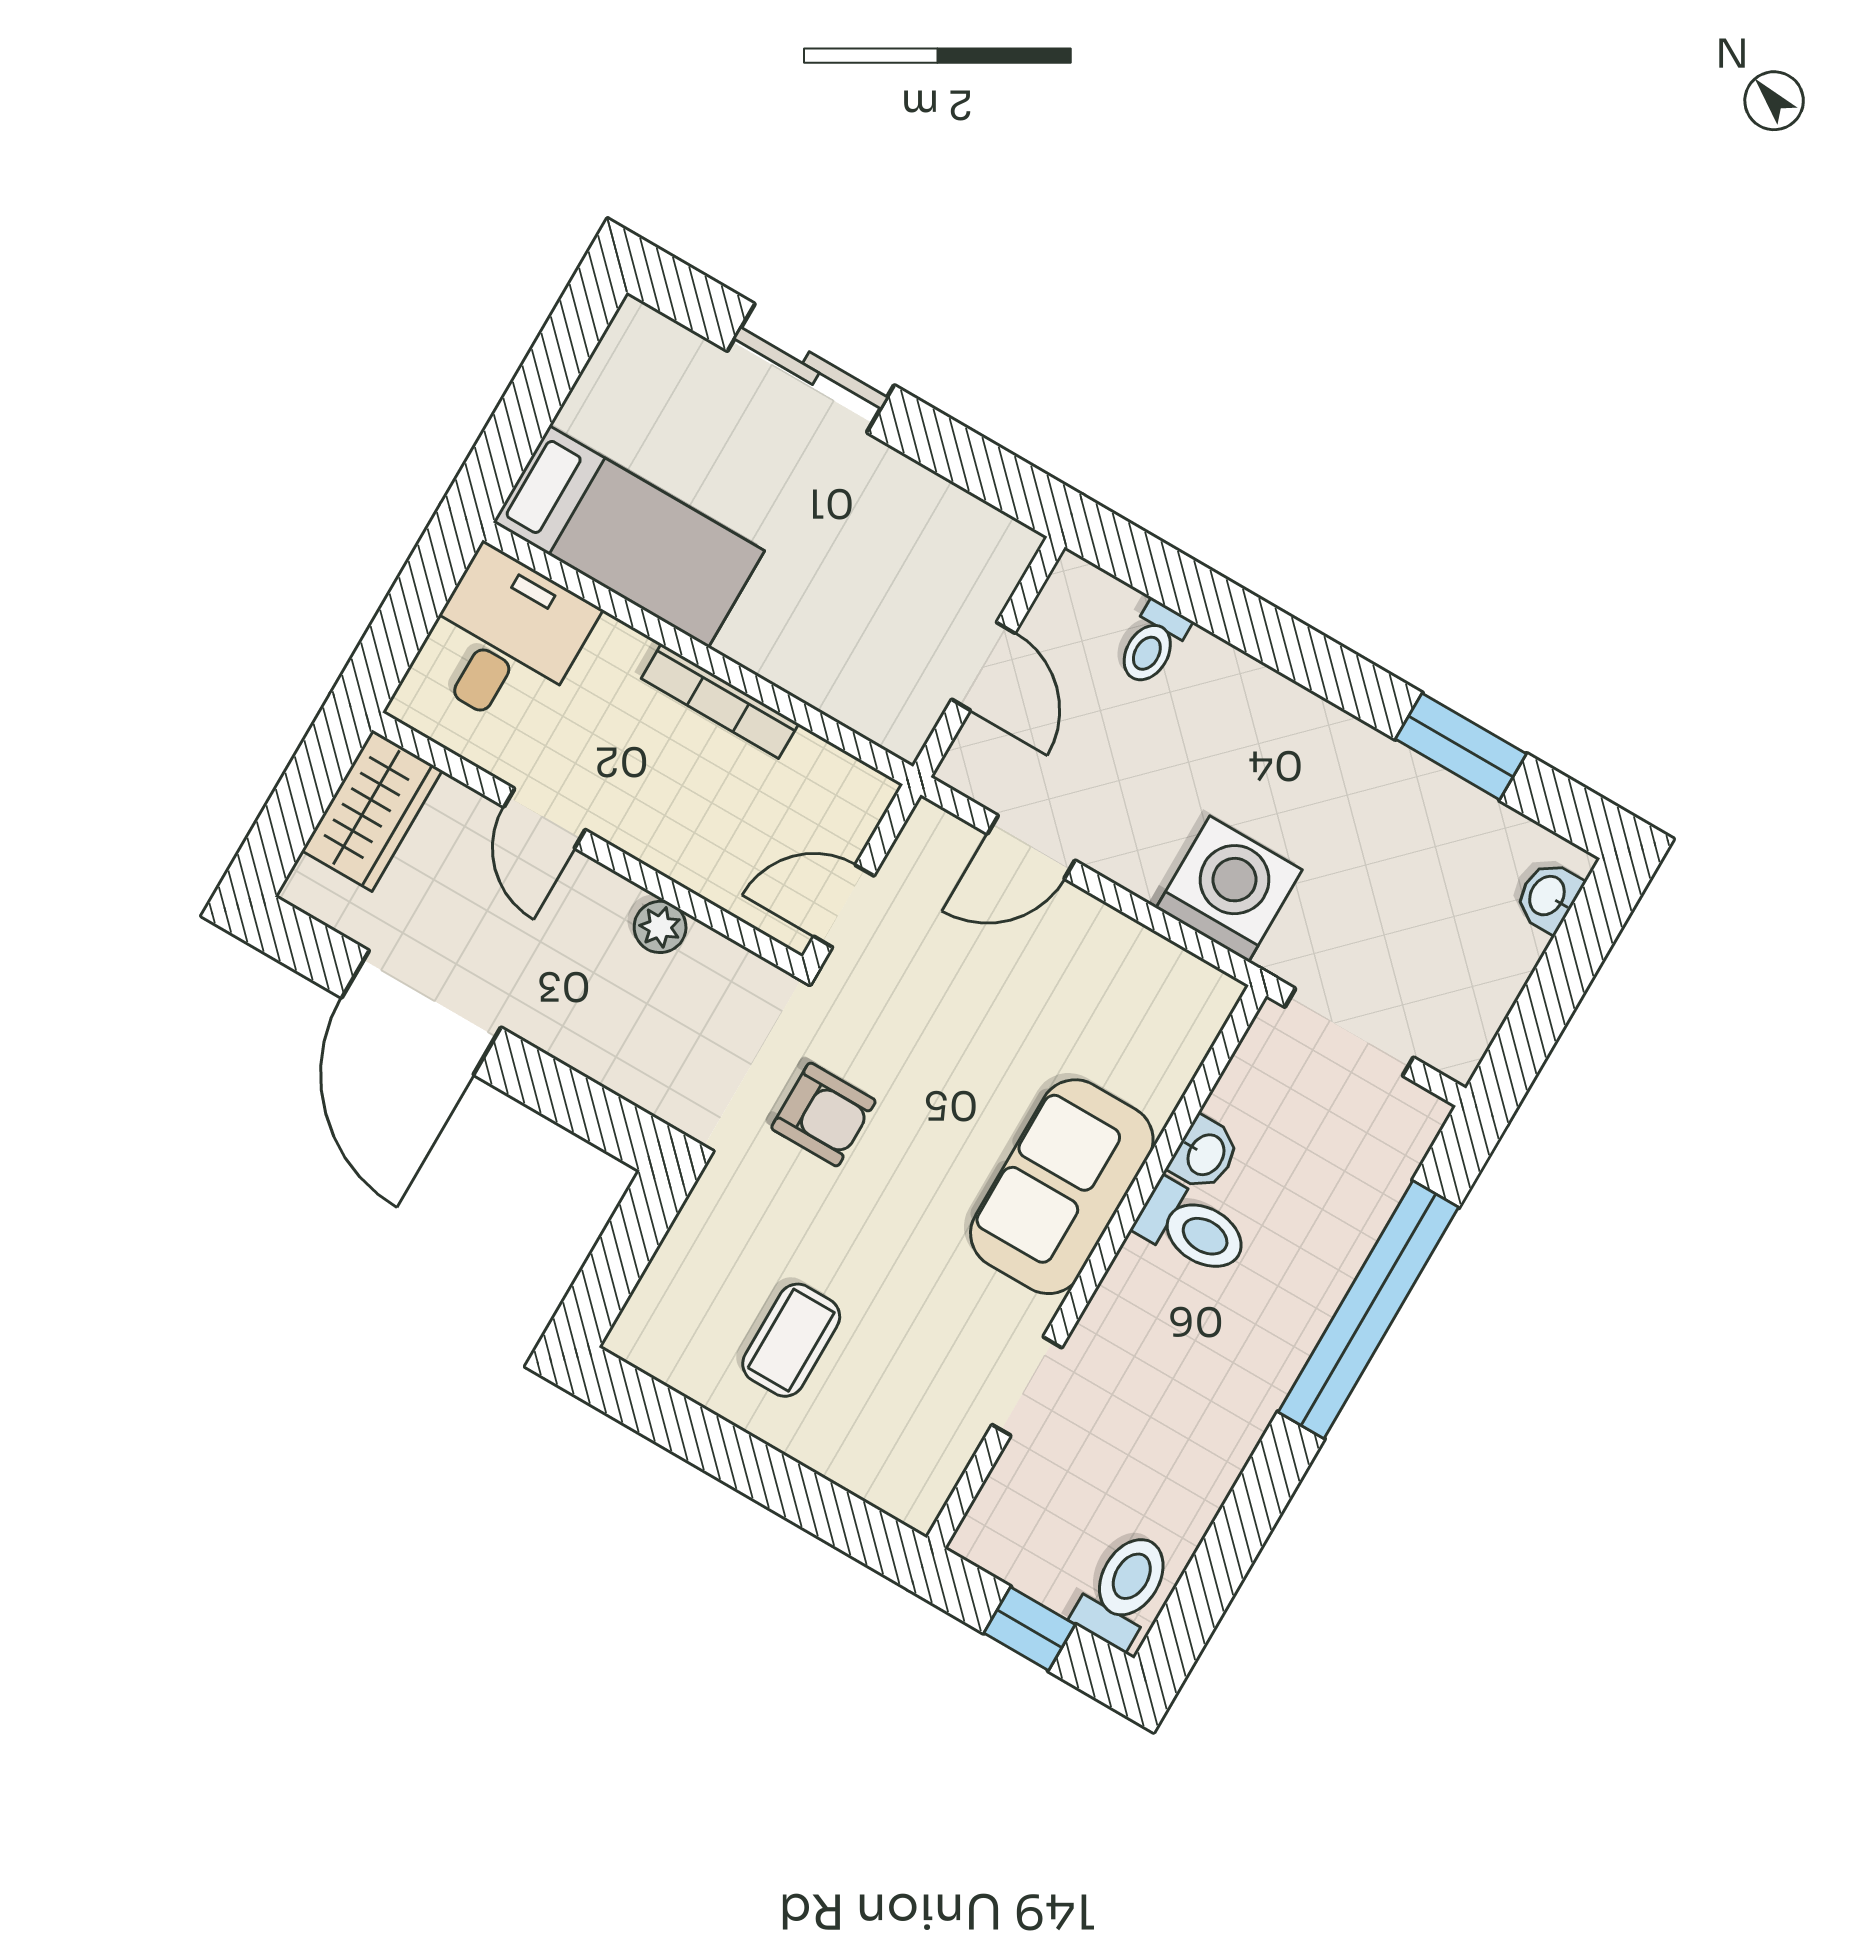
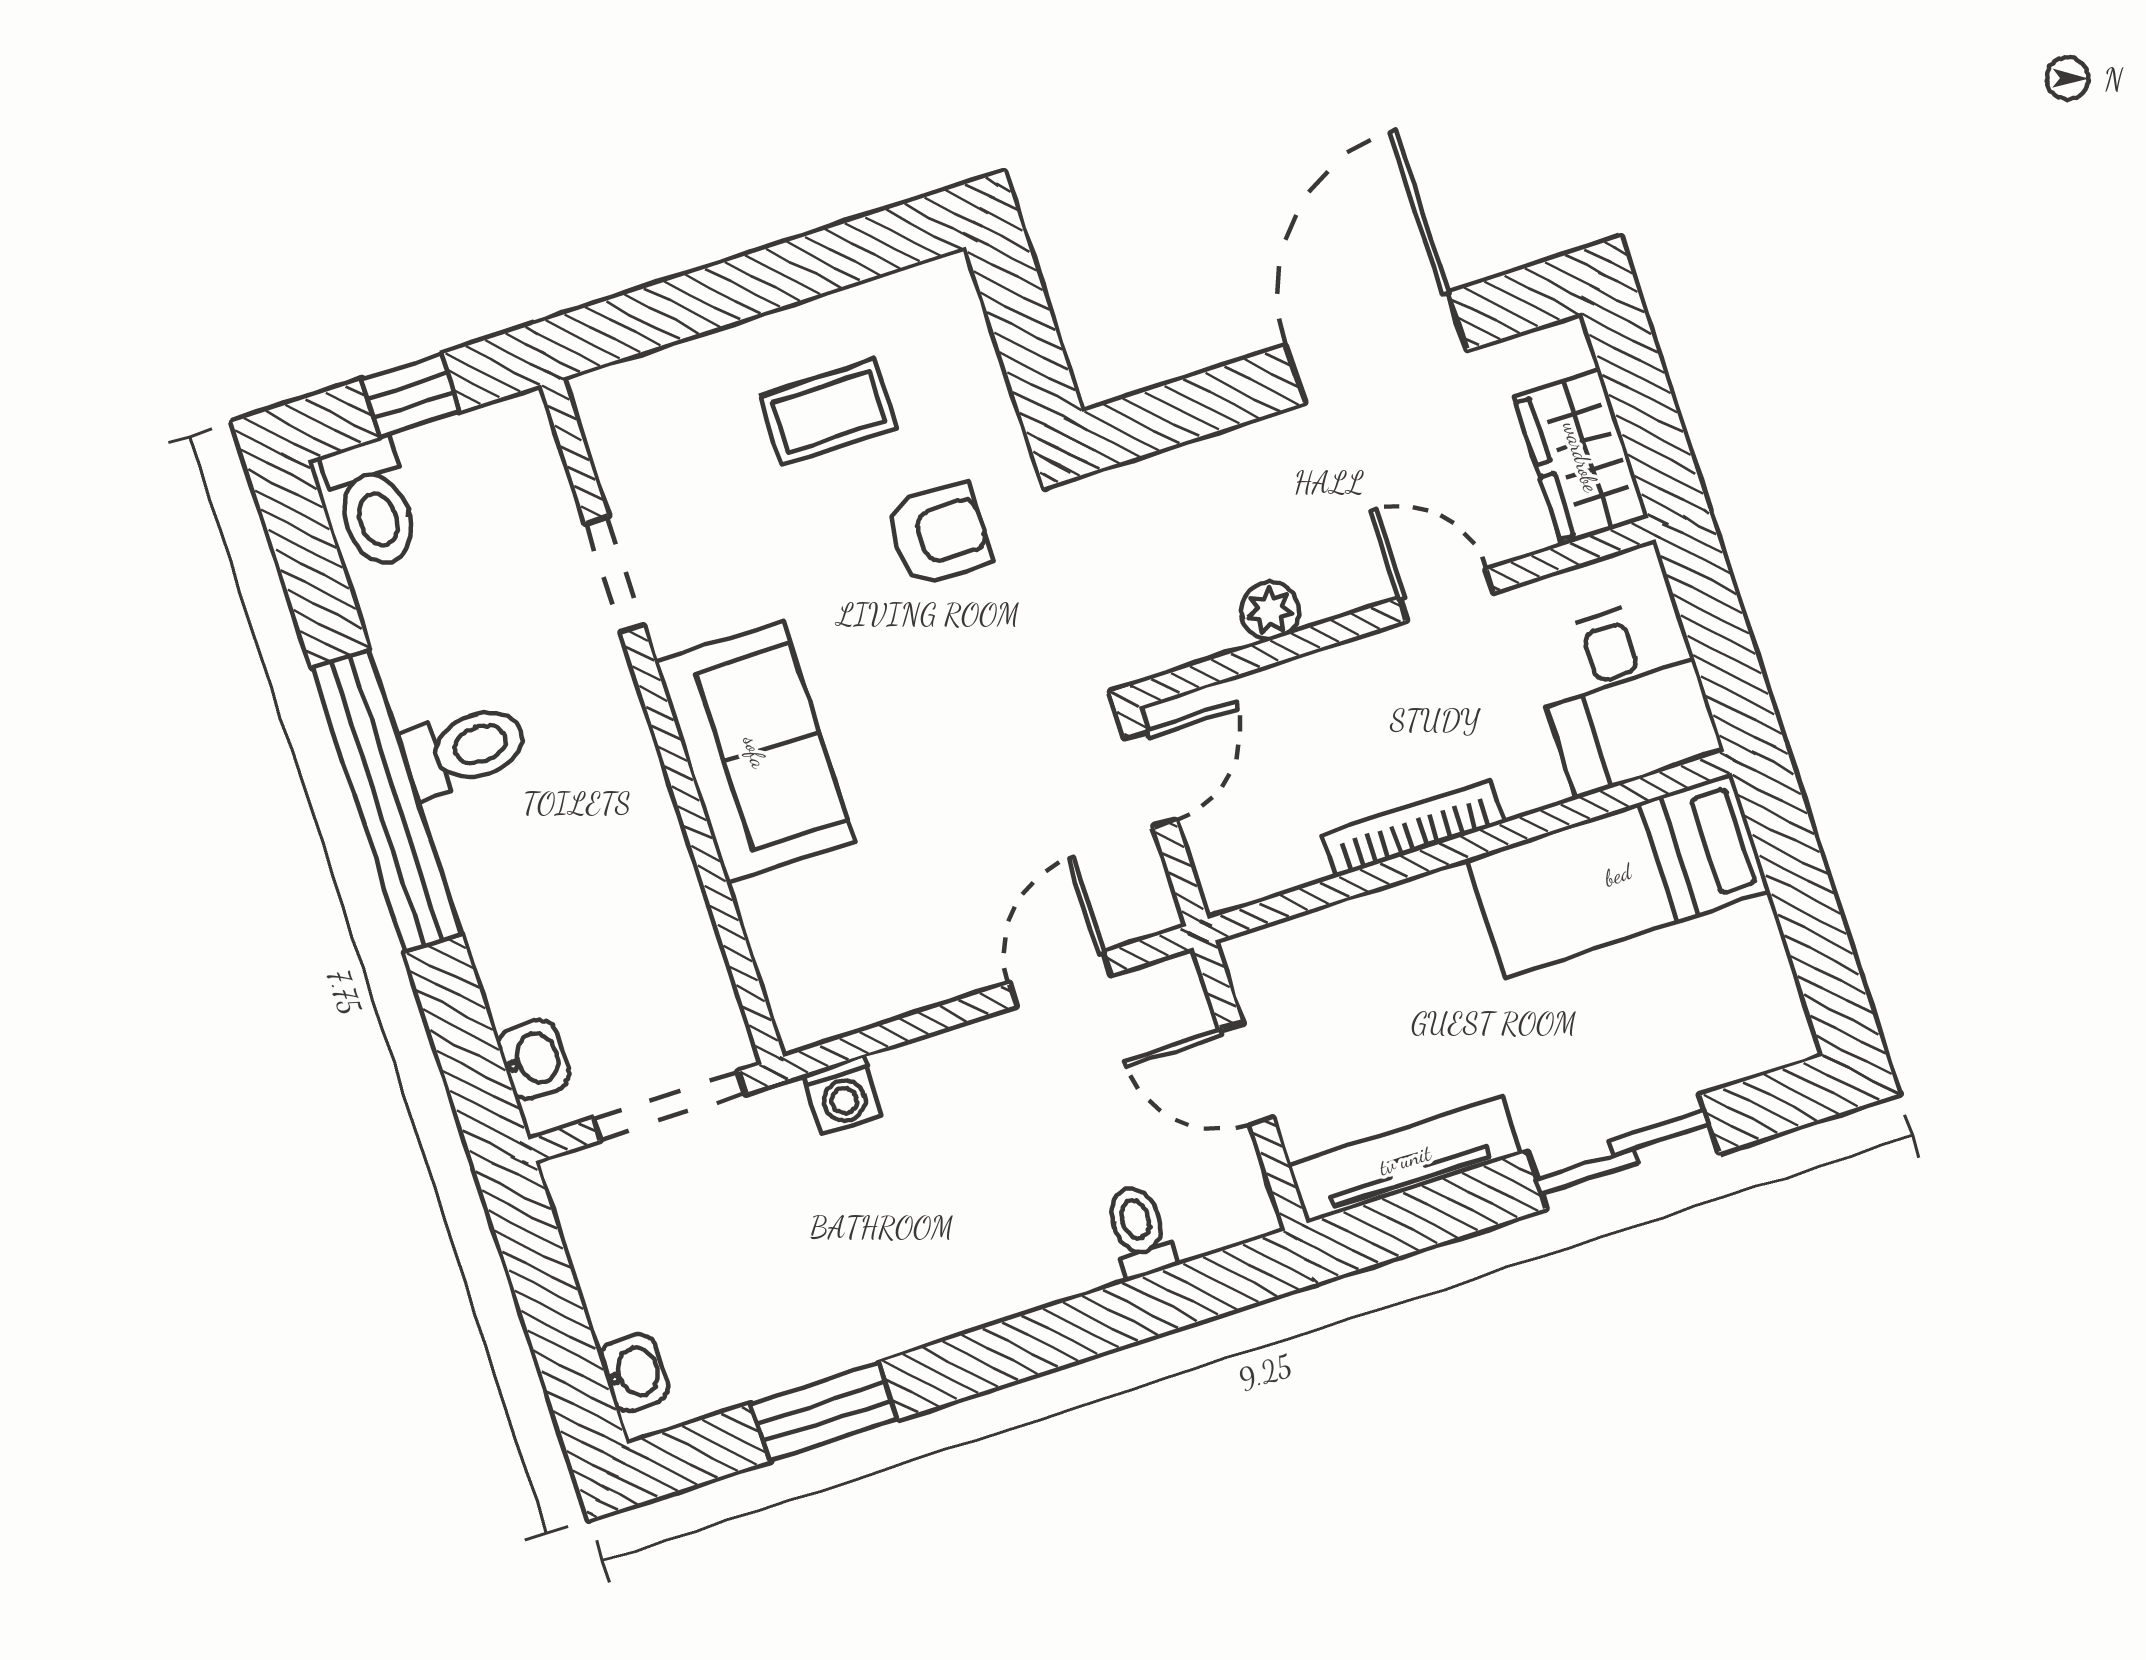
tv unit: (946, 509) -> (1405, 1160), added
washing machine: (1229, 889) -> (843, 1095), width x0.53, depth x0.53
door: (421, 1013) -> (1376, 348), hinge flipped
armchair: (823, 1114) -> (940, 534), moved, turned 180
washbasin: (1205, 1154) -> (533, 1059), moved, turned 180
toilet: (1192, 1229) -> (464, 750), moved, turned 180
window: (1368, 1310) -> (387, 801), moved
coffee table: (791, 1340) -> (828, 412), turned 90

